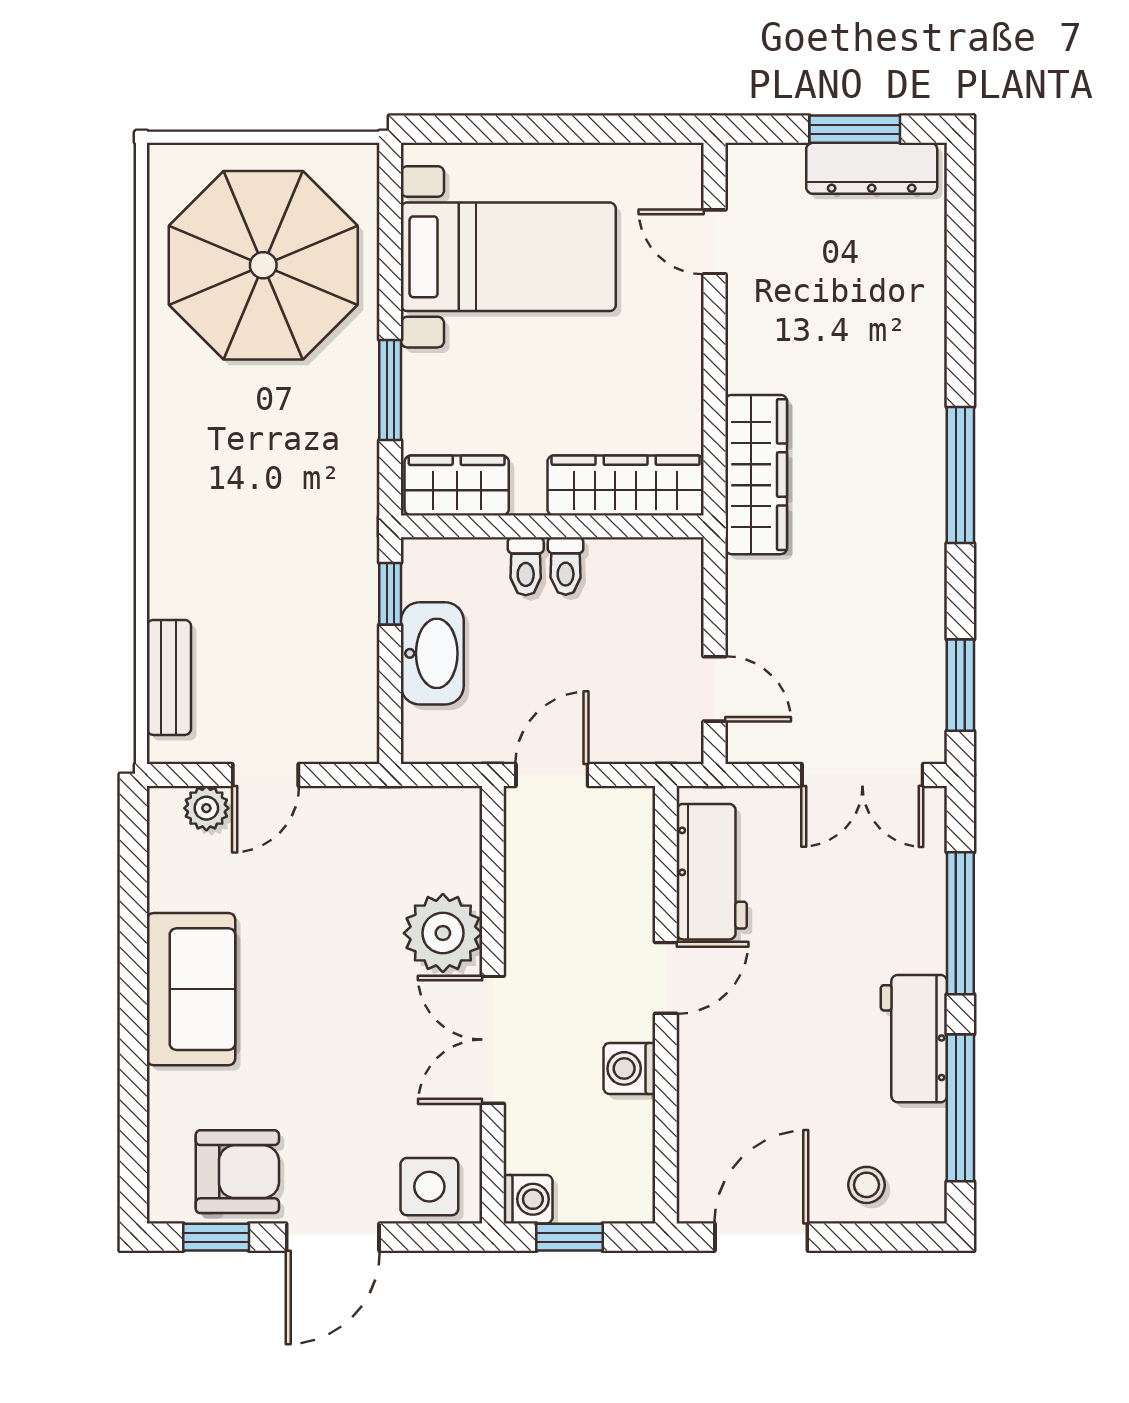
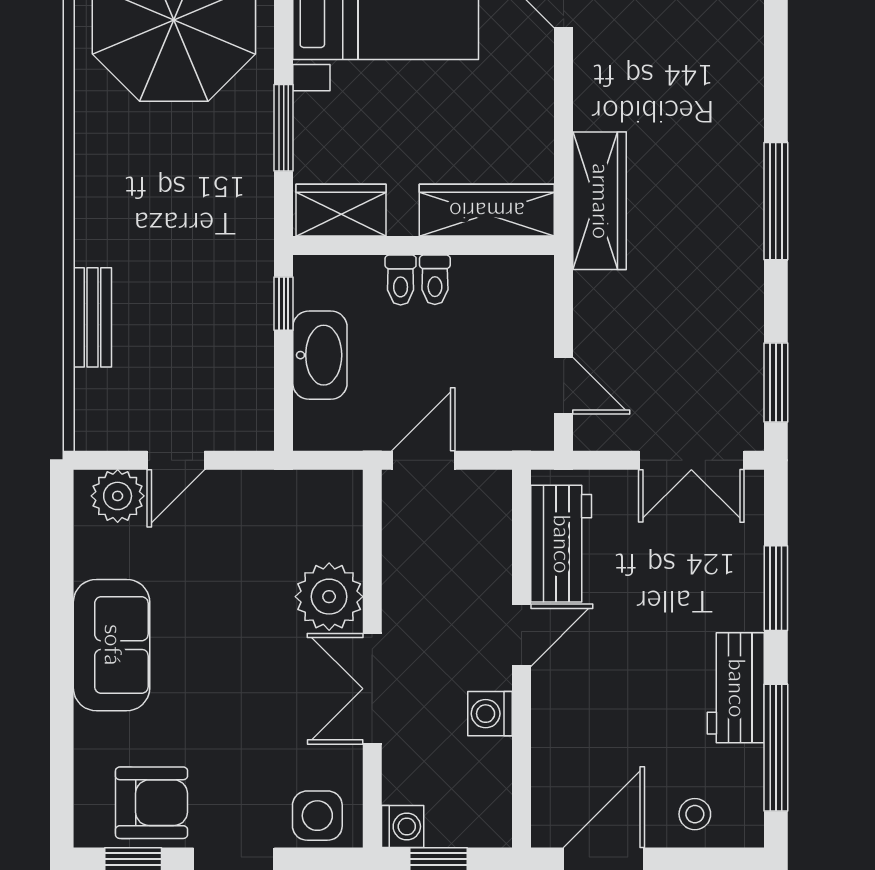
bench: (169, 677) -> (92, 317), moved
plant: (206, 808) -> (118, 496), width x1.38, depth x1.38
window: (960, 923) -> (776, 588), width x0.69

